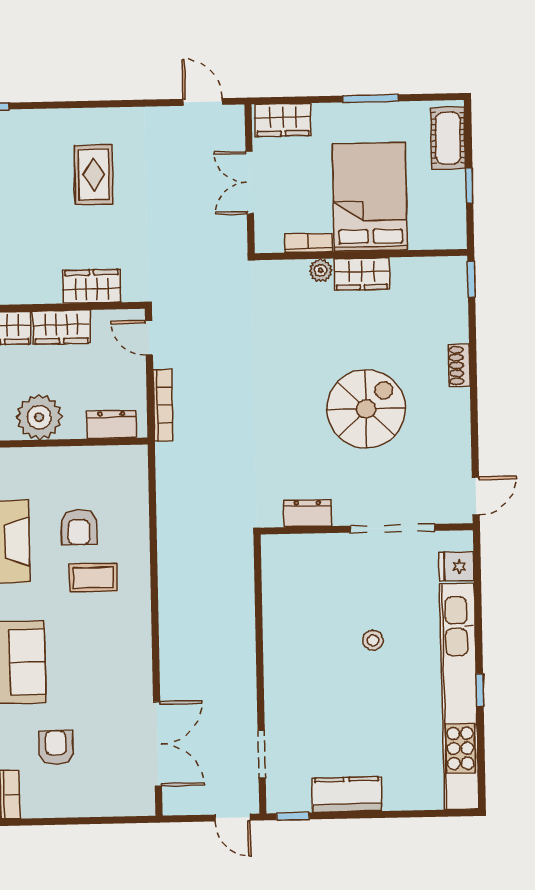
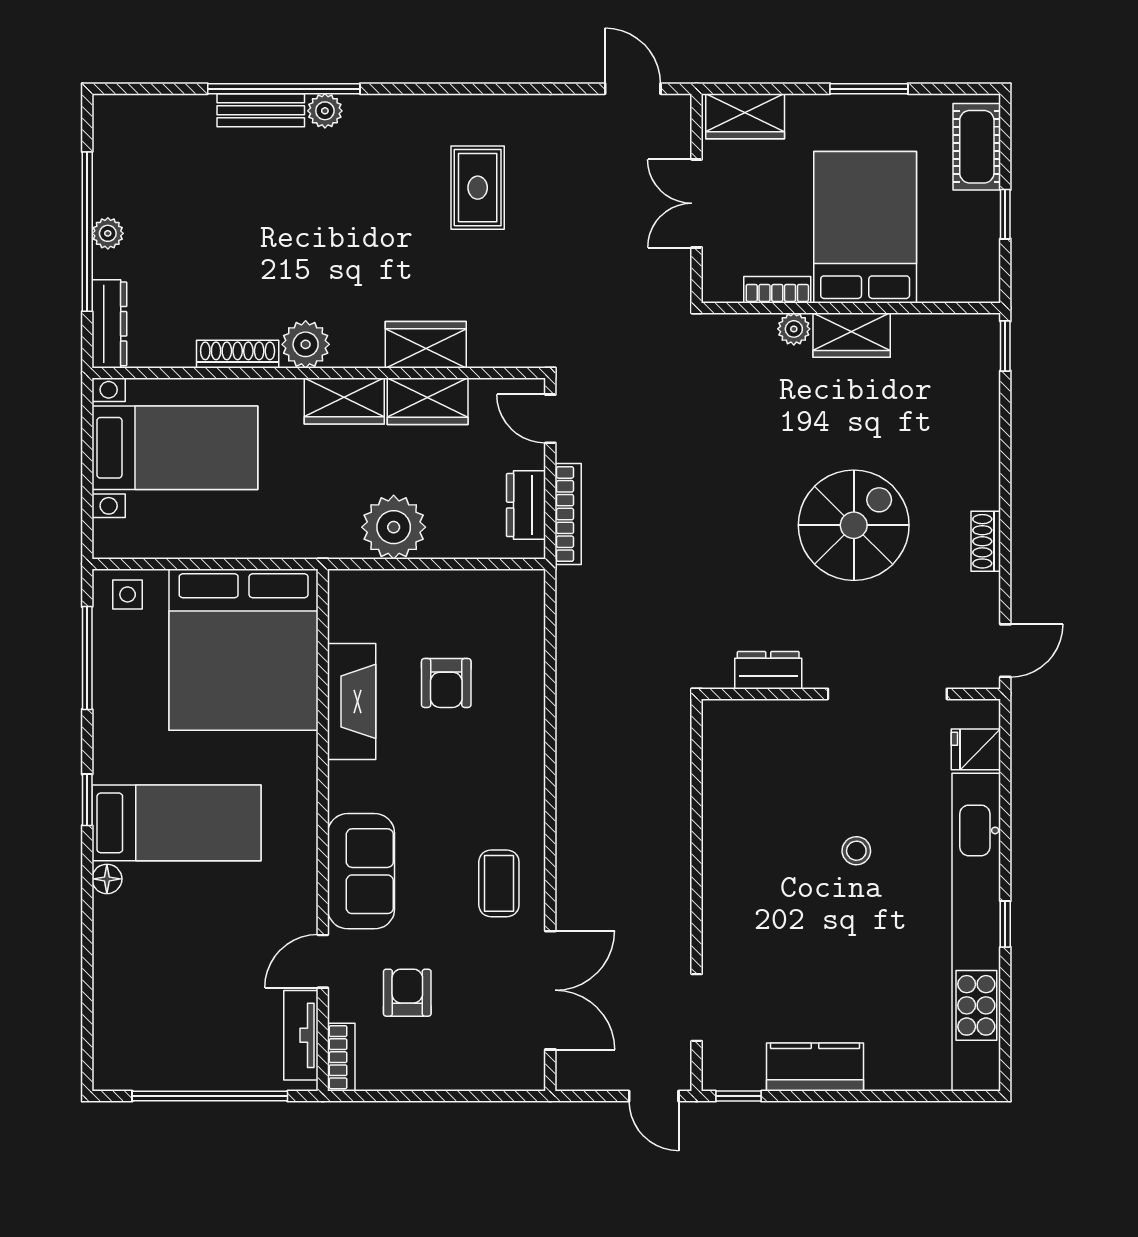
wardrobe: (92, 286) -> (426, 345), moved
shoe rack: (459, 365) -> (986, 541), moved
dresser: (112, 425) -> (526, 505), moved, turned -90
coffee table: (93, 578) -> (499, 883), moved, turned 90

